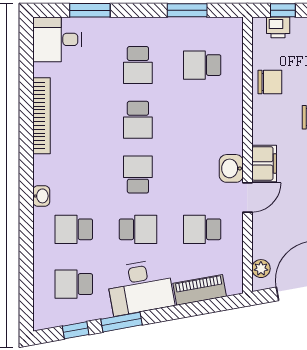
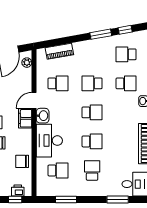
school desk: (138, 120) -> (92, 141), turned 90
school desk: (138, 175) -> (92, 112), turned -90
school desk: (74, 284) -> (126, 54), turned 180
desk: (140, 287) -> (49, 141), moved, turned -80

